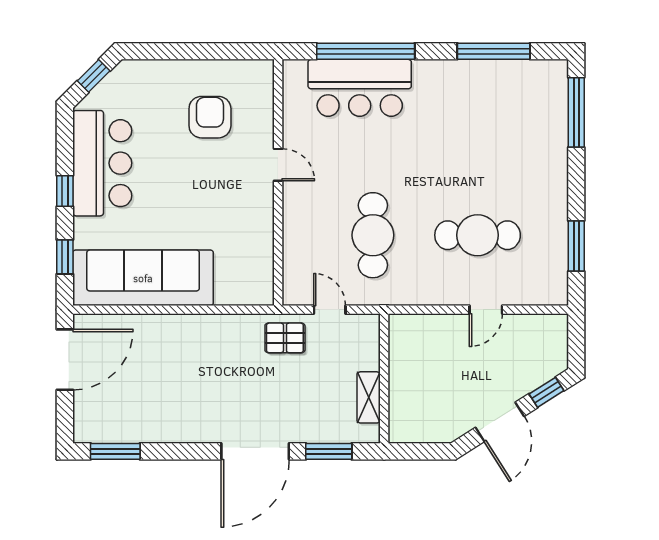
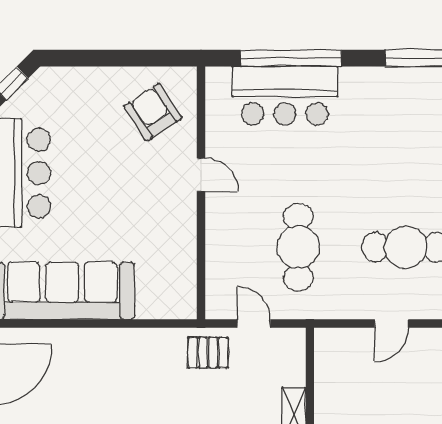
armchair: (210, 117) -> (153, 112), moved, turned -33
door: (486, 310) -> (392, 324), moved

